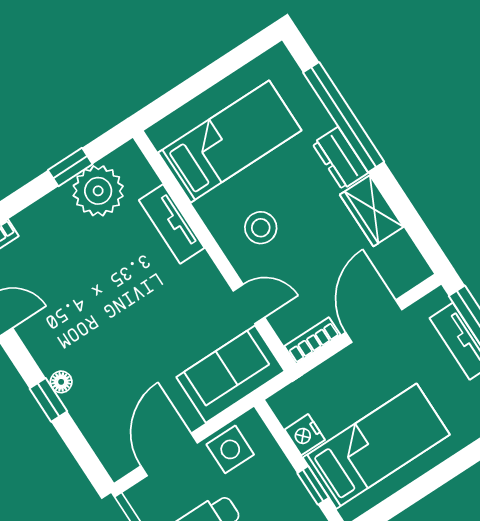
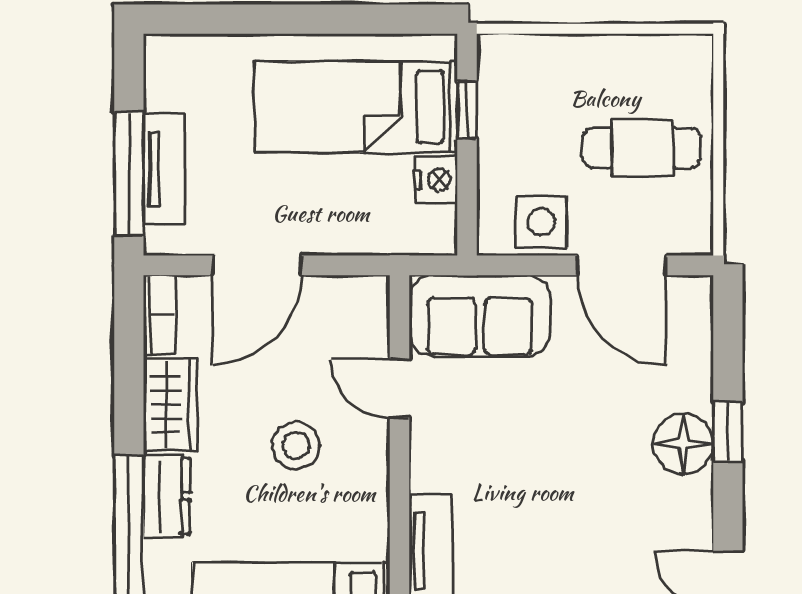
stool: (261, 228) -> (296, 446), moved
bookcase: (312, 341) -> (159, 315), moved, turned -90
floor lamp: (61, 382) -> (683, 444), width x1.89, depth x1.89
door: (169, 454) -> (622, 265), hinge flipped

